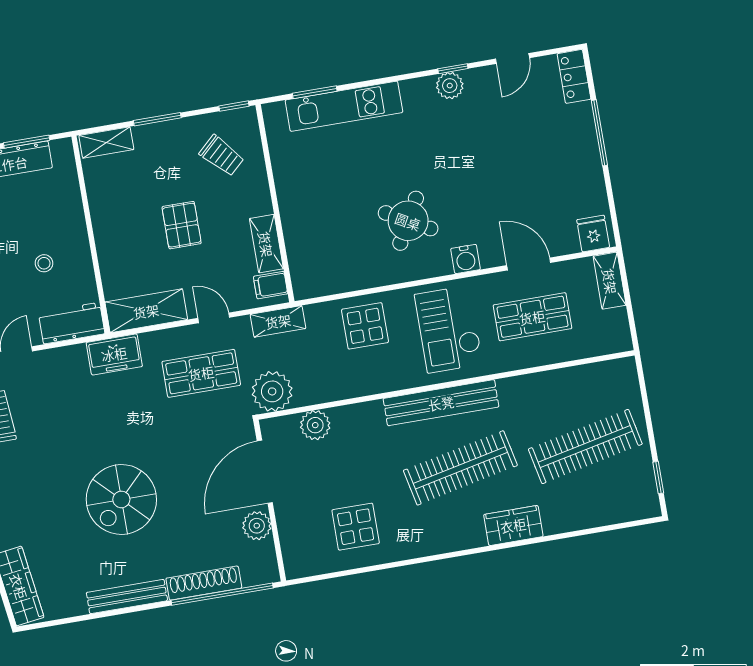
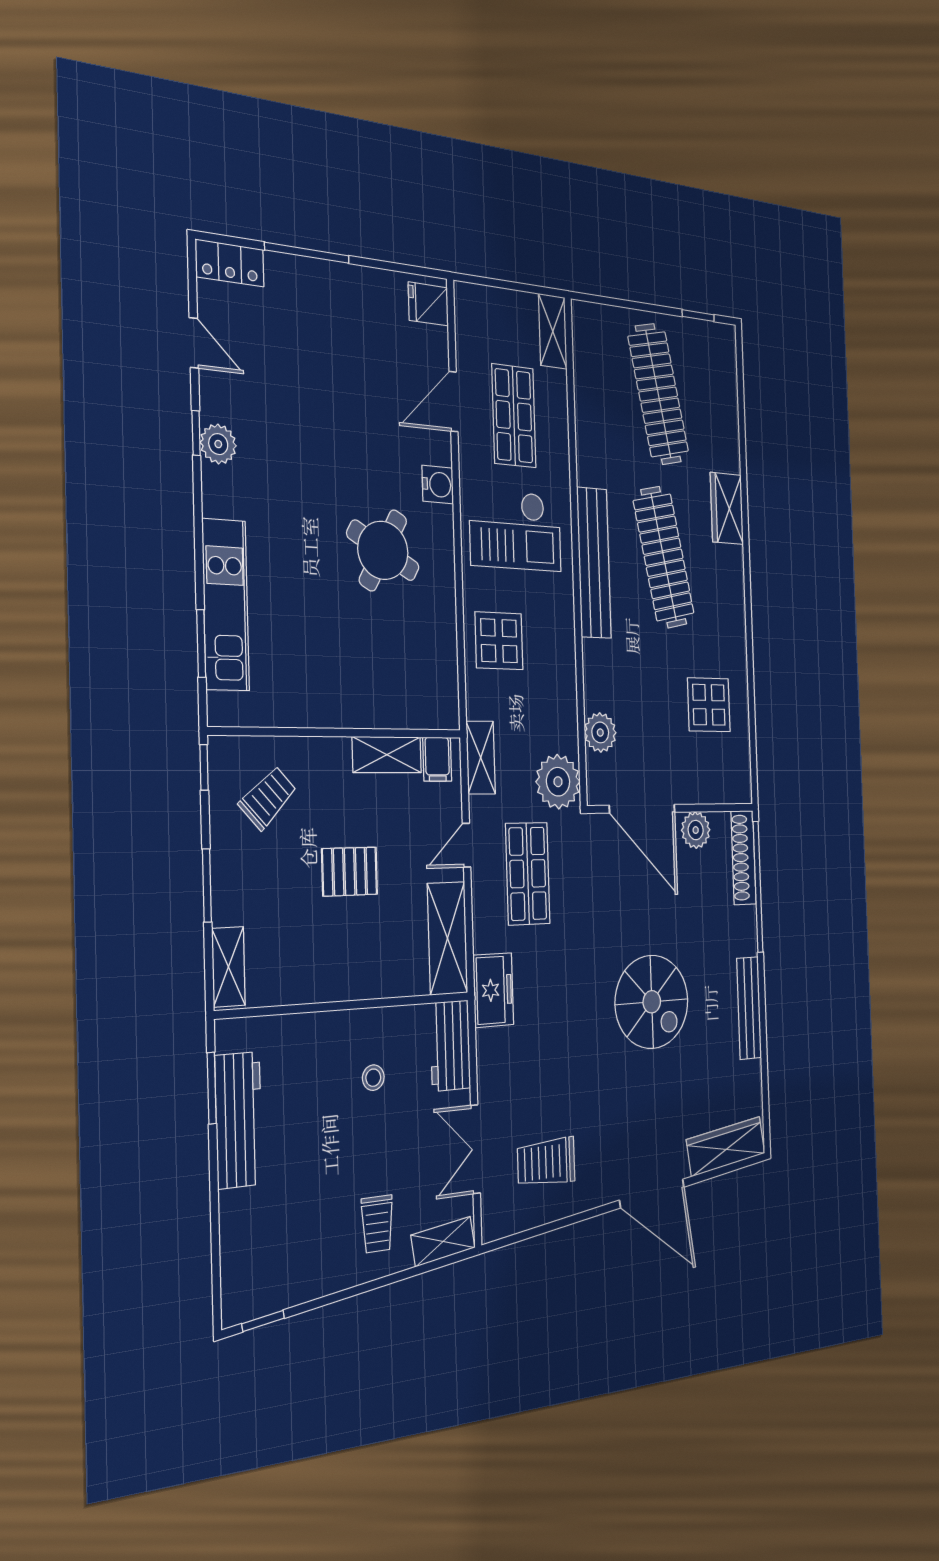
shelving: (610, 281) -> (553, 331), moved, turned 90
shoe rack: (204, 583) -> (744, 857), moved

